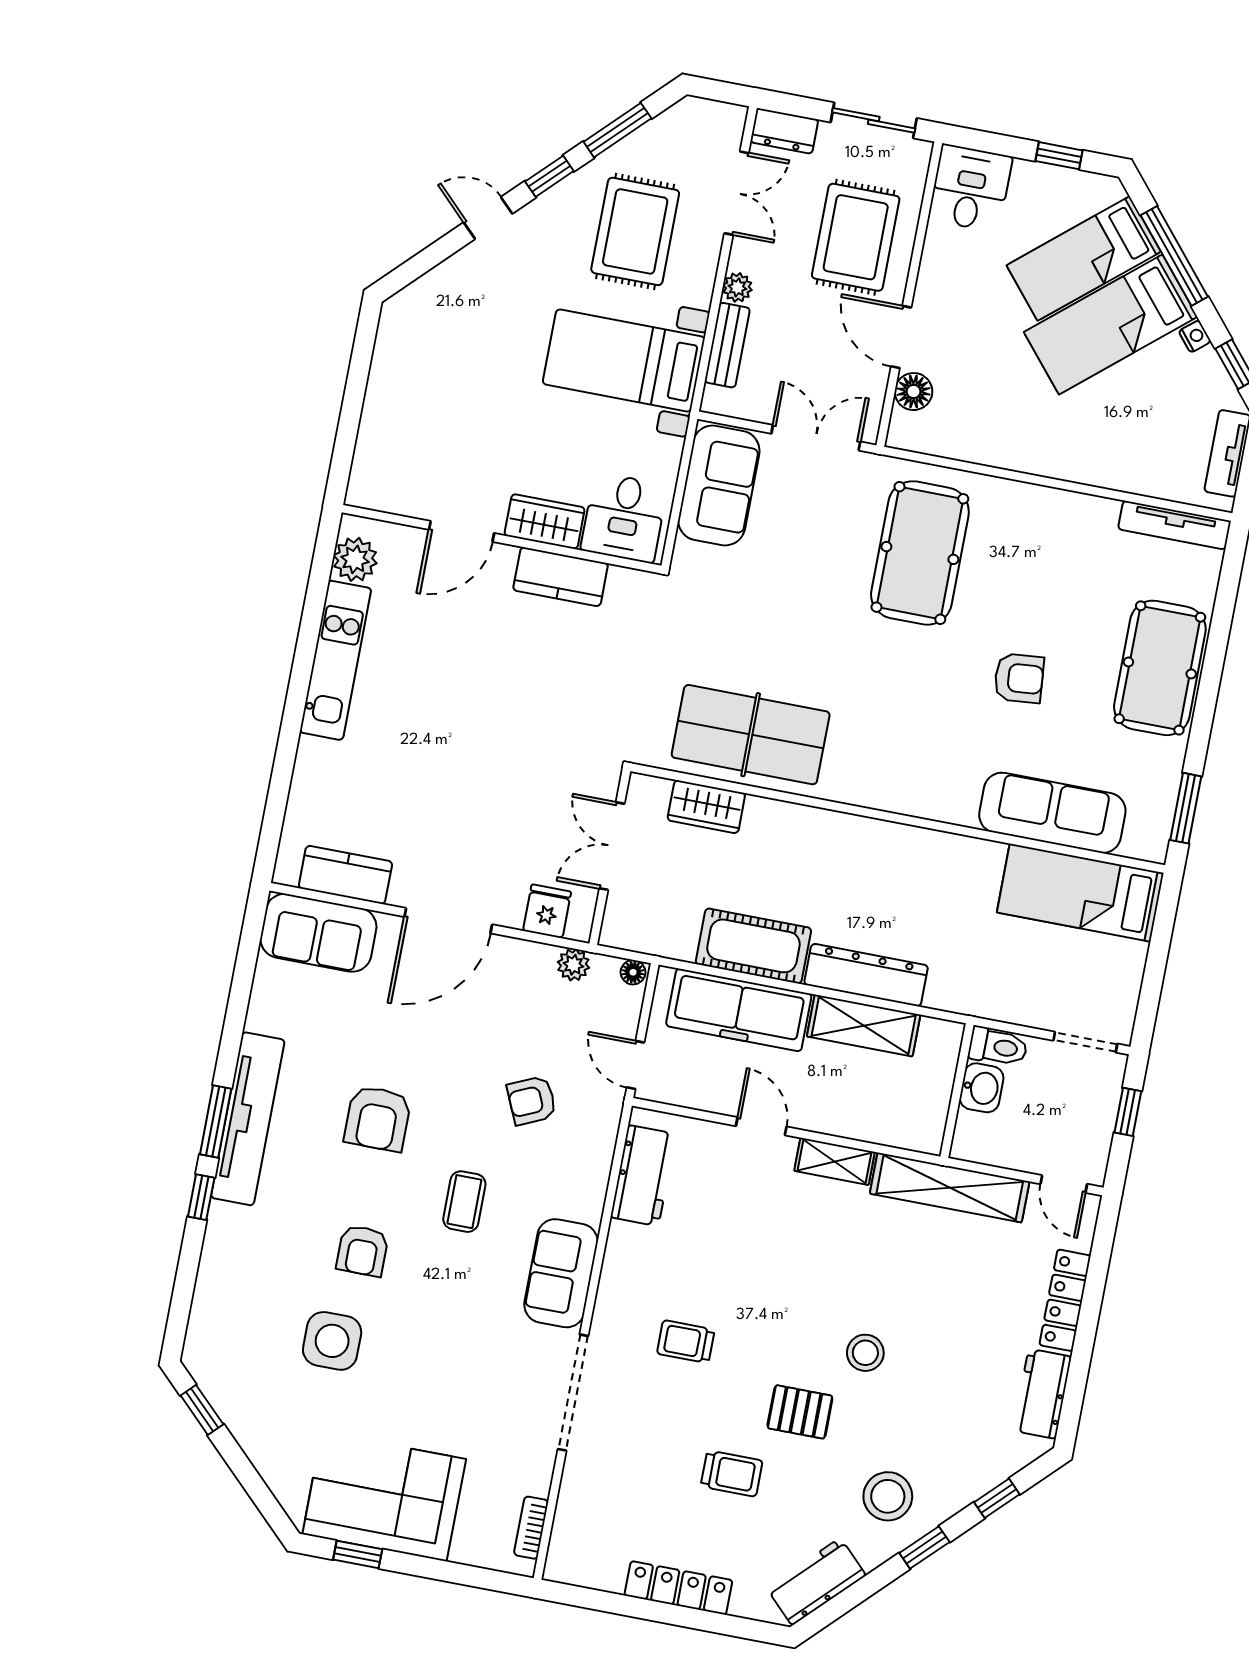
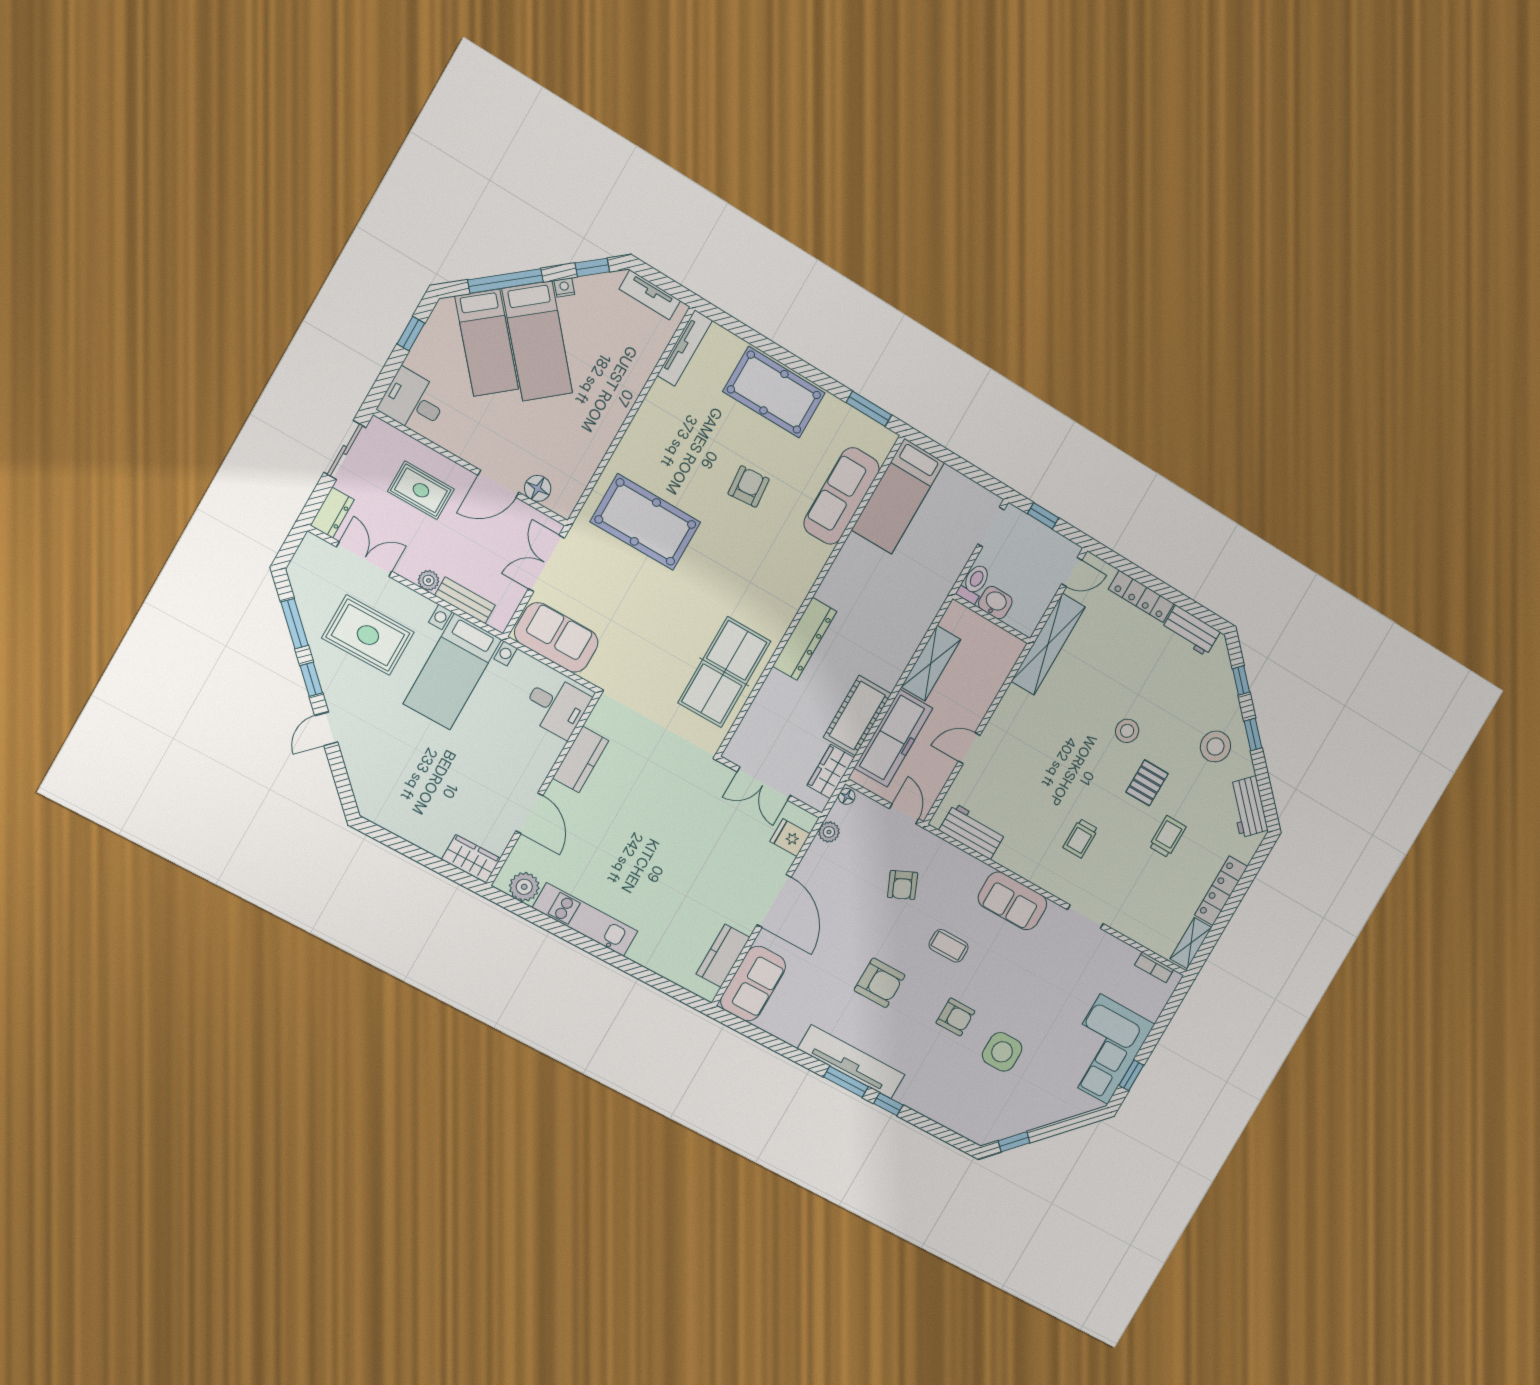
rug: (856, 237) -> (421, 490), width x0.73, depth x0.70
wardrobe: (545, 522) -> (471, 859), moved, turned 90
wardrobe: (706, 807) -> (831, 771), moved, turned 180
dresser: (866, 975) -> (805, 639), moved, turned 180
door: (635, 1065) -> (904, 814), swing flipped
shelving: (835, 1161) -> (1191, 943), moved
doorway: (573, 1393) -> (1085, 917), width x0.53

